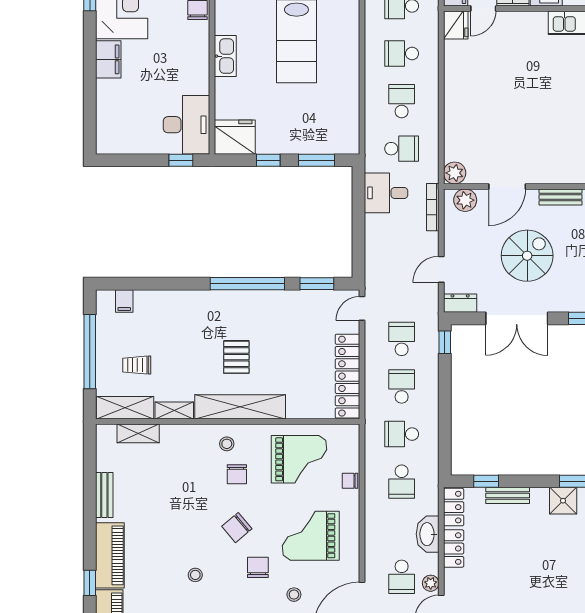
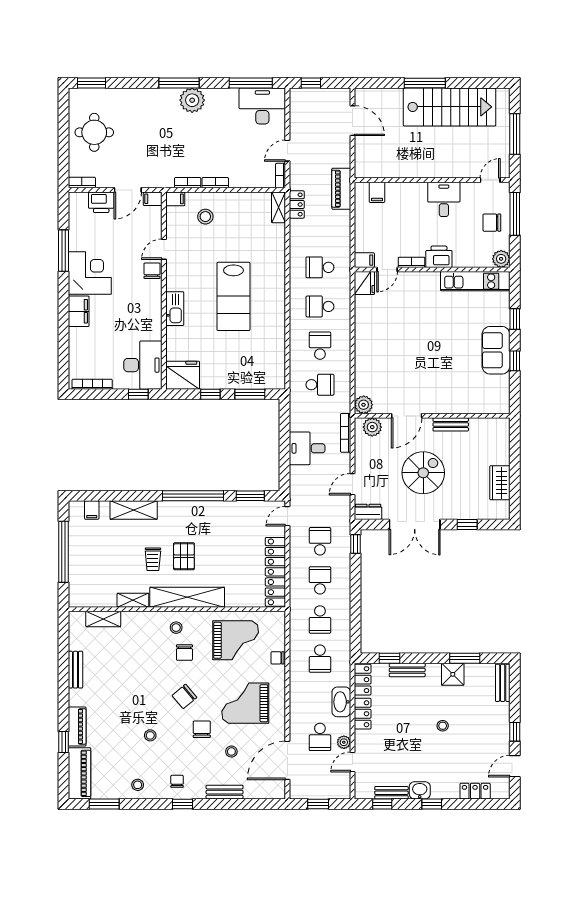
bookcase: (125, 148) -> (92, 384), added
desk: (386, 193) -> (307, 448), moved
trolley: (137, 365) -> (153, 559), moved, turned -90
shelving: (125, 408) -> (134, 510), moved
school desk: (402, 434) -> (320, 620), turned -90
piano: (110, 555) -> (77, 726), width x0.73, depth x0.75
stool: (551, 563) -> (443, 726), added

